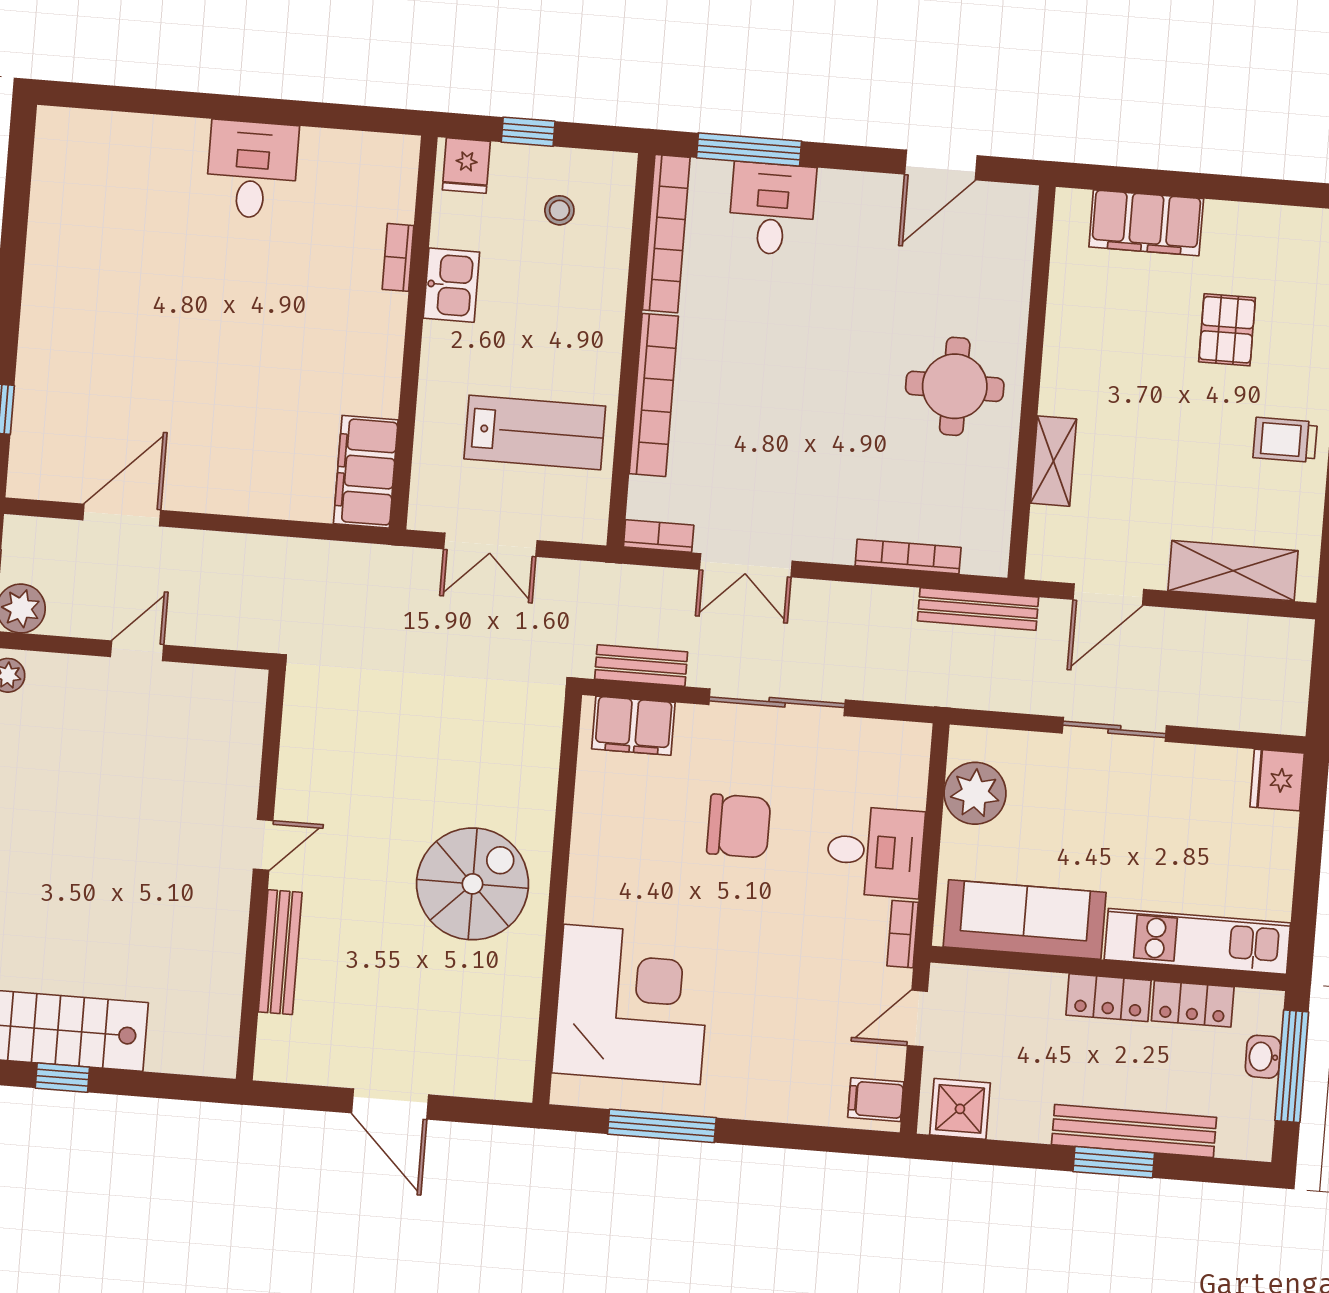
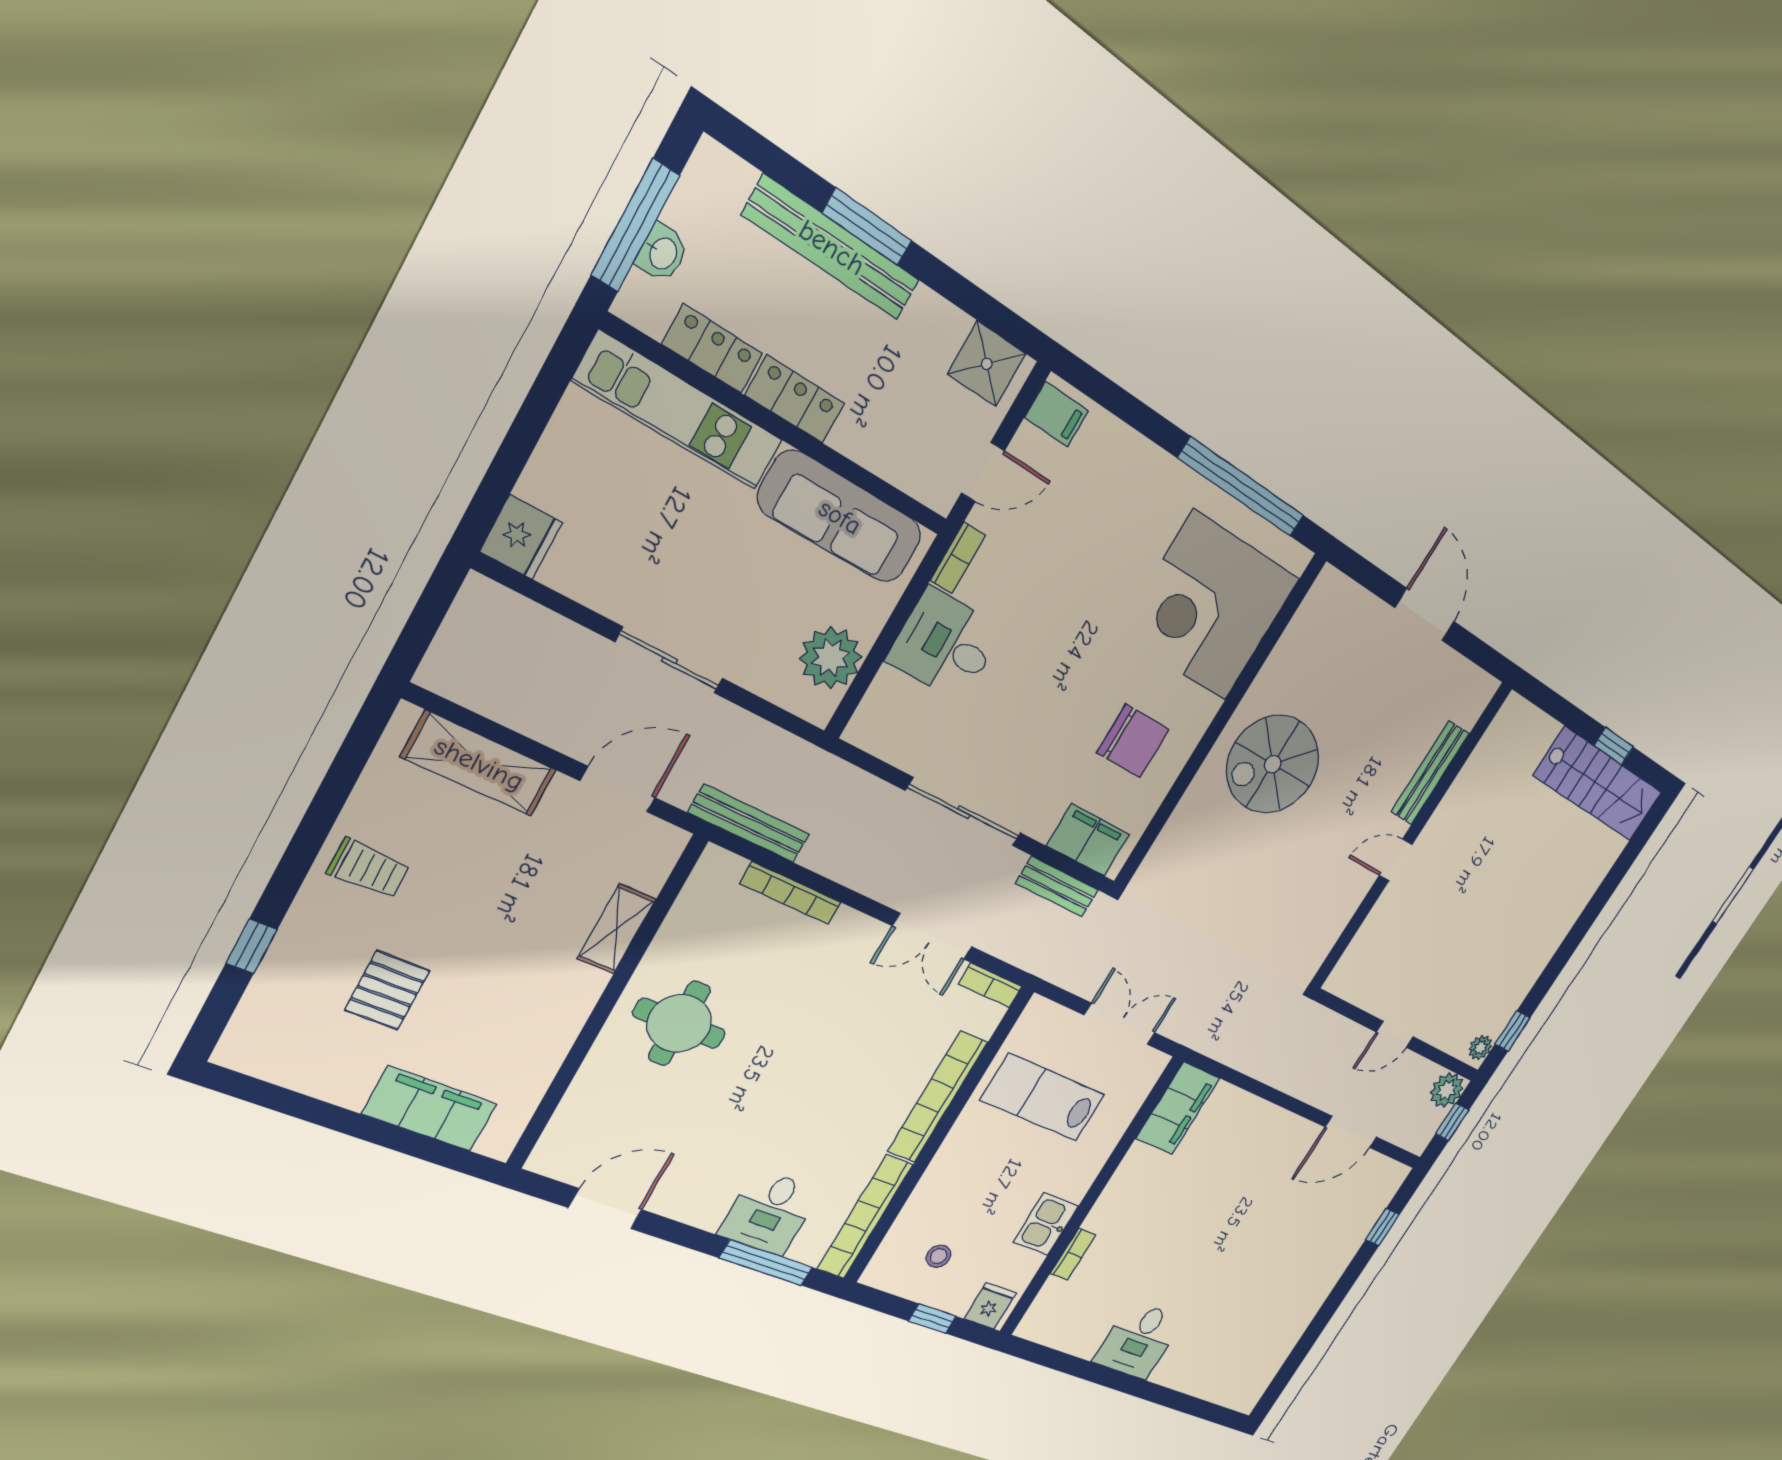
double door: (746, 565) -> (933, 936), swing flipped
chair: (739, 826) -> (1133, 741), moved, turned 180
window: (662, 1126) -> (1242, 487), width x1.46

